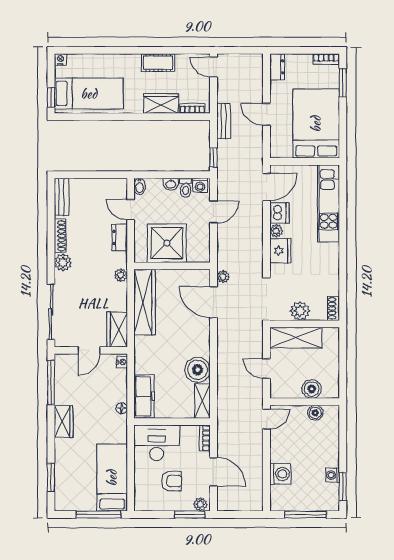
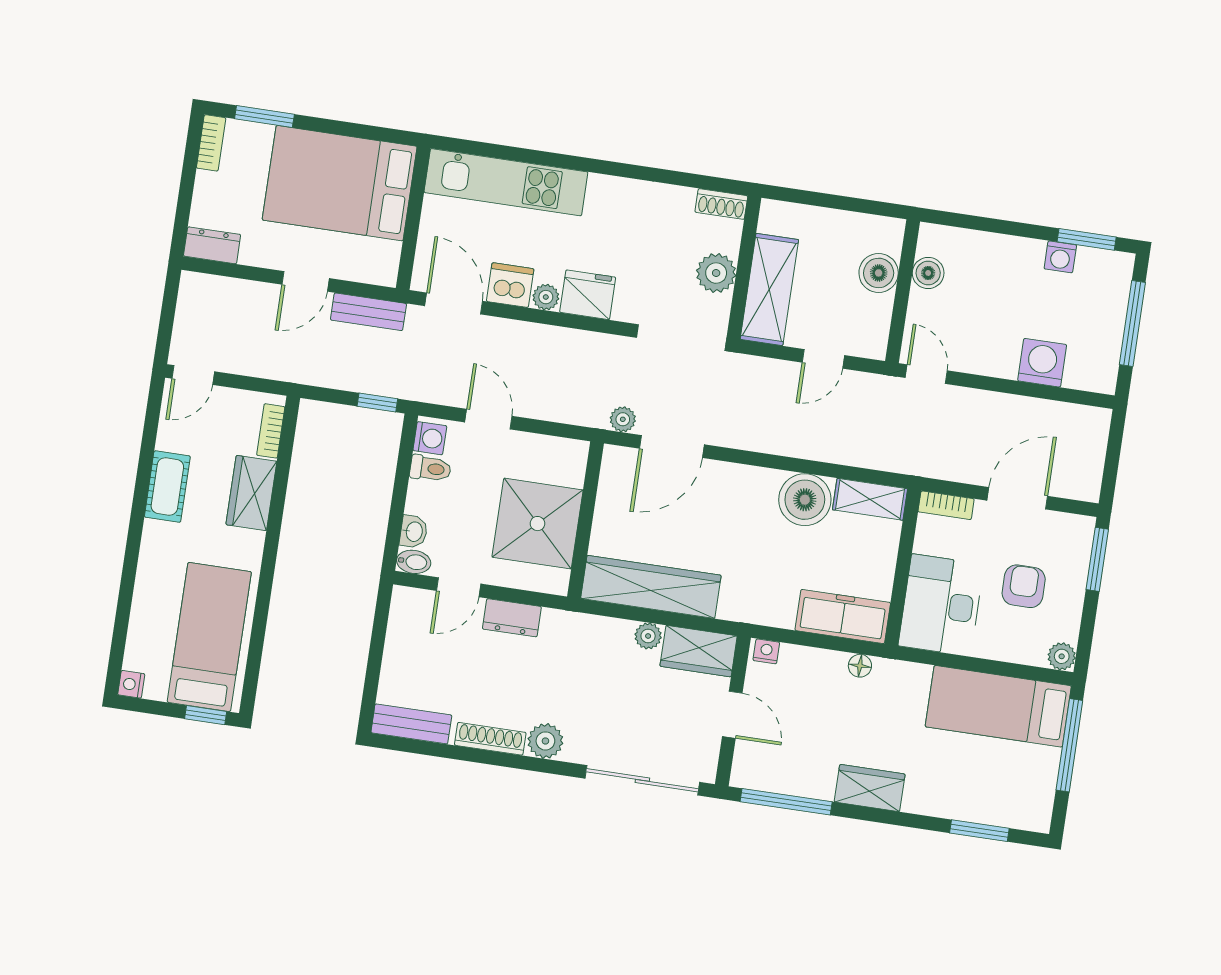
bench: (224, 121) -> (368, 312), moved
washbasin: (171, 184) -> (414, 532), moved
plant: (121, 275) -> (648, 636), moved
plant: (200, 504) -> (1062, 656), moved

